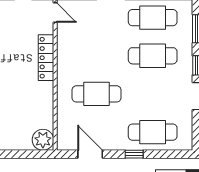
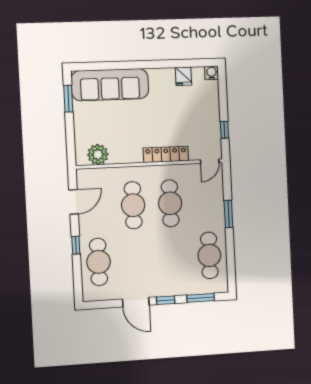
cafe table: (153, 56) -> (170, 203), moved
plant: (43, 140) -> (98, 154), moved

